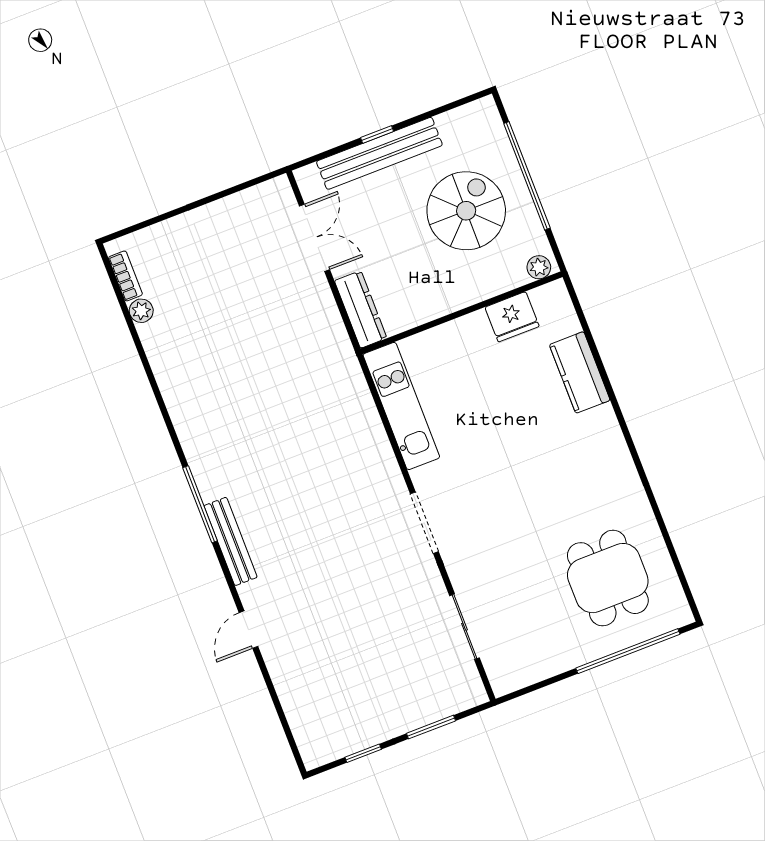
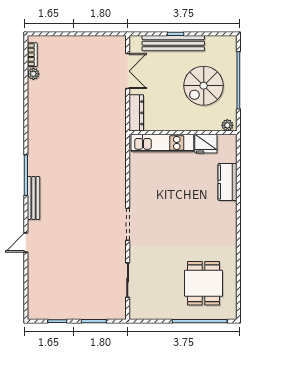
spiral stairs: (466, 211) -> (204, 86), turned 180
kitchen unit: (401, 406) -> (162, 143), moved, turned 90

